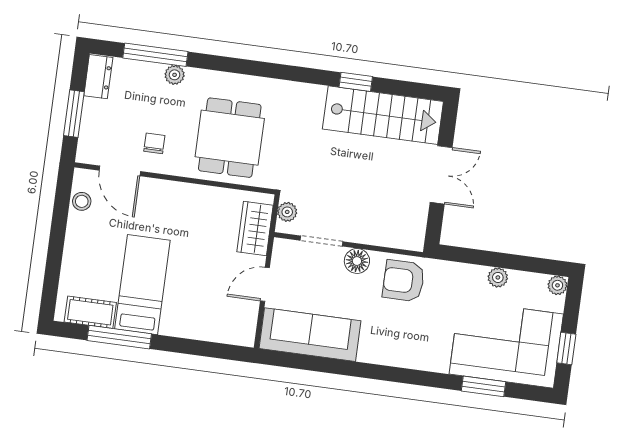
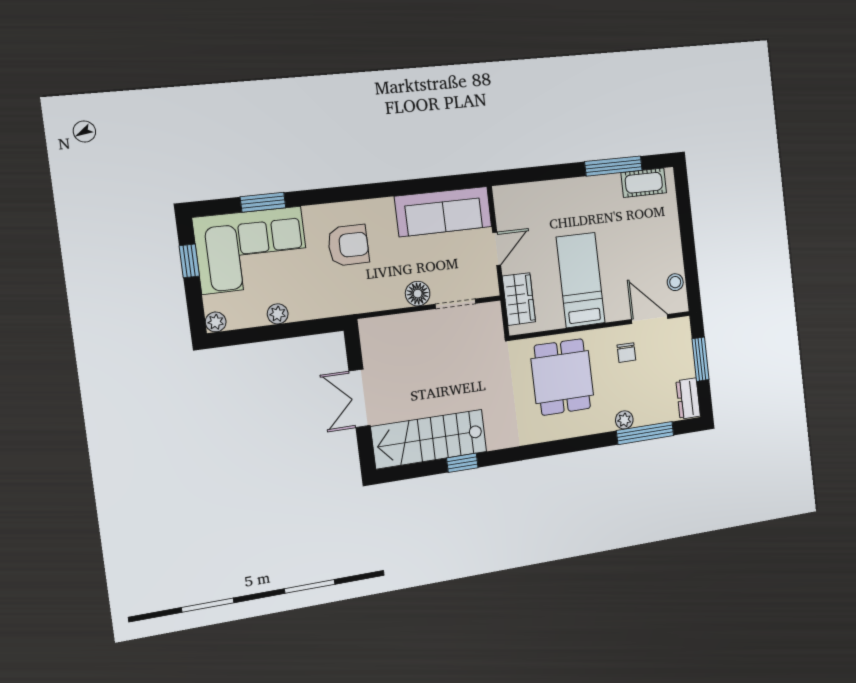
plant: (287, 212) -> (494, 323), removed
armchair: (404, 281) -> (348, 245), moved
bed: (142, 285) -> (581, 280), moved, turned 180

